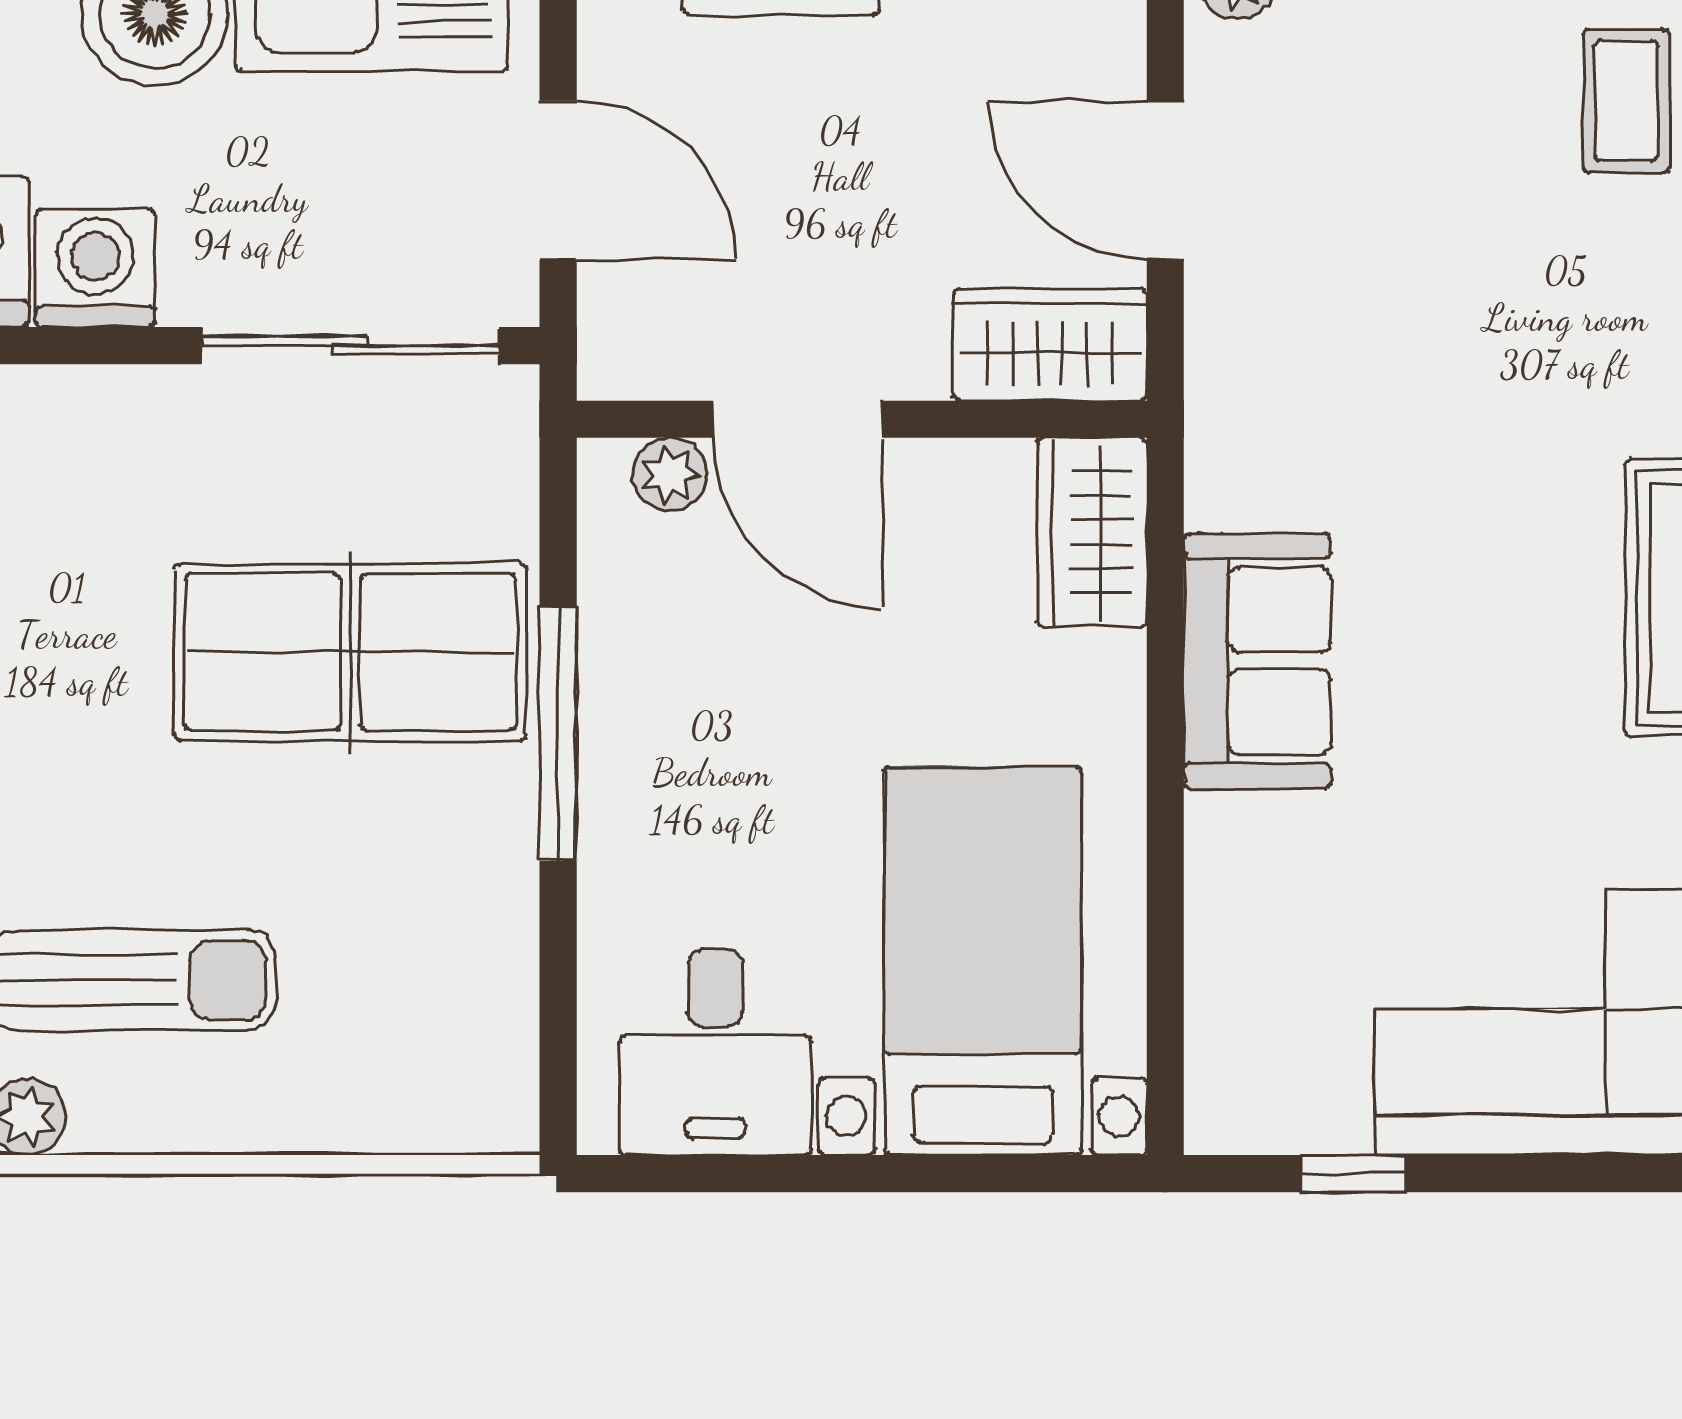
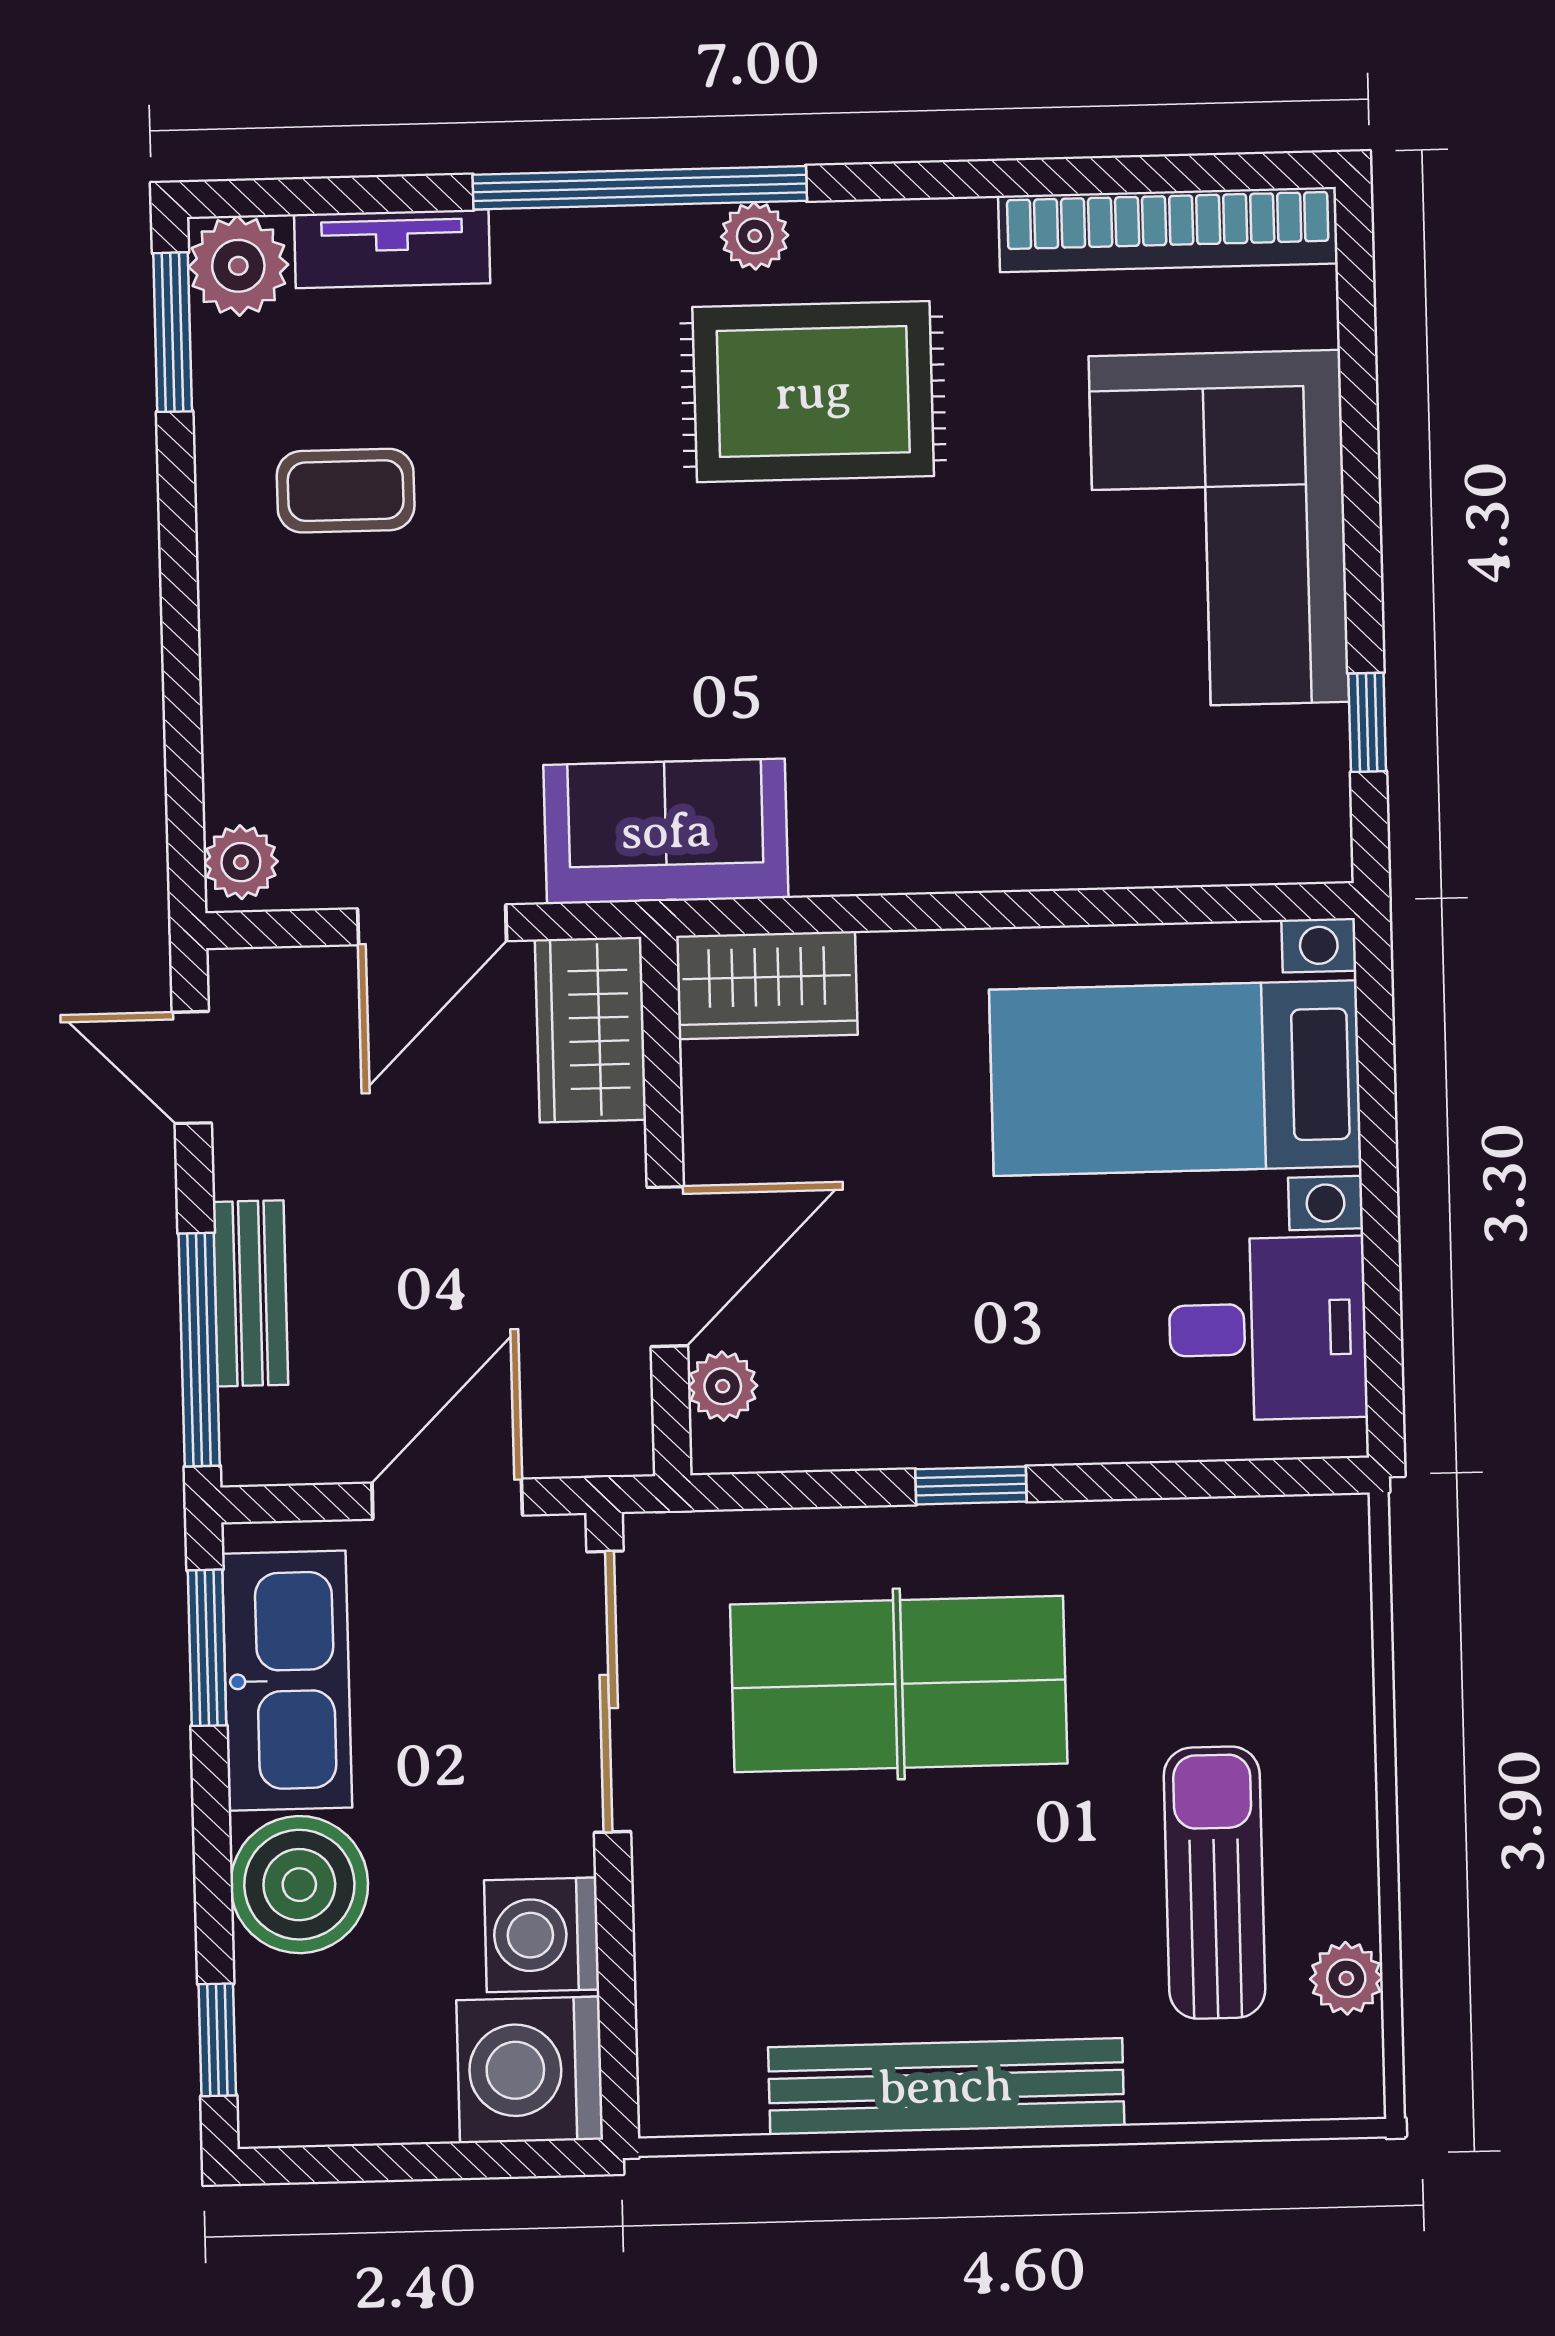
table tennis table: (350, 652) -> (899, 1684), turned 90
sofa: (1257, 661) -> (666, 831), moved
window: (558, 734) -> (971, 1485), width x0.46

